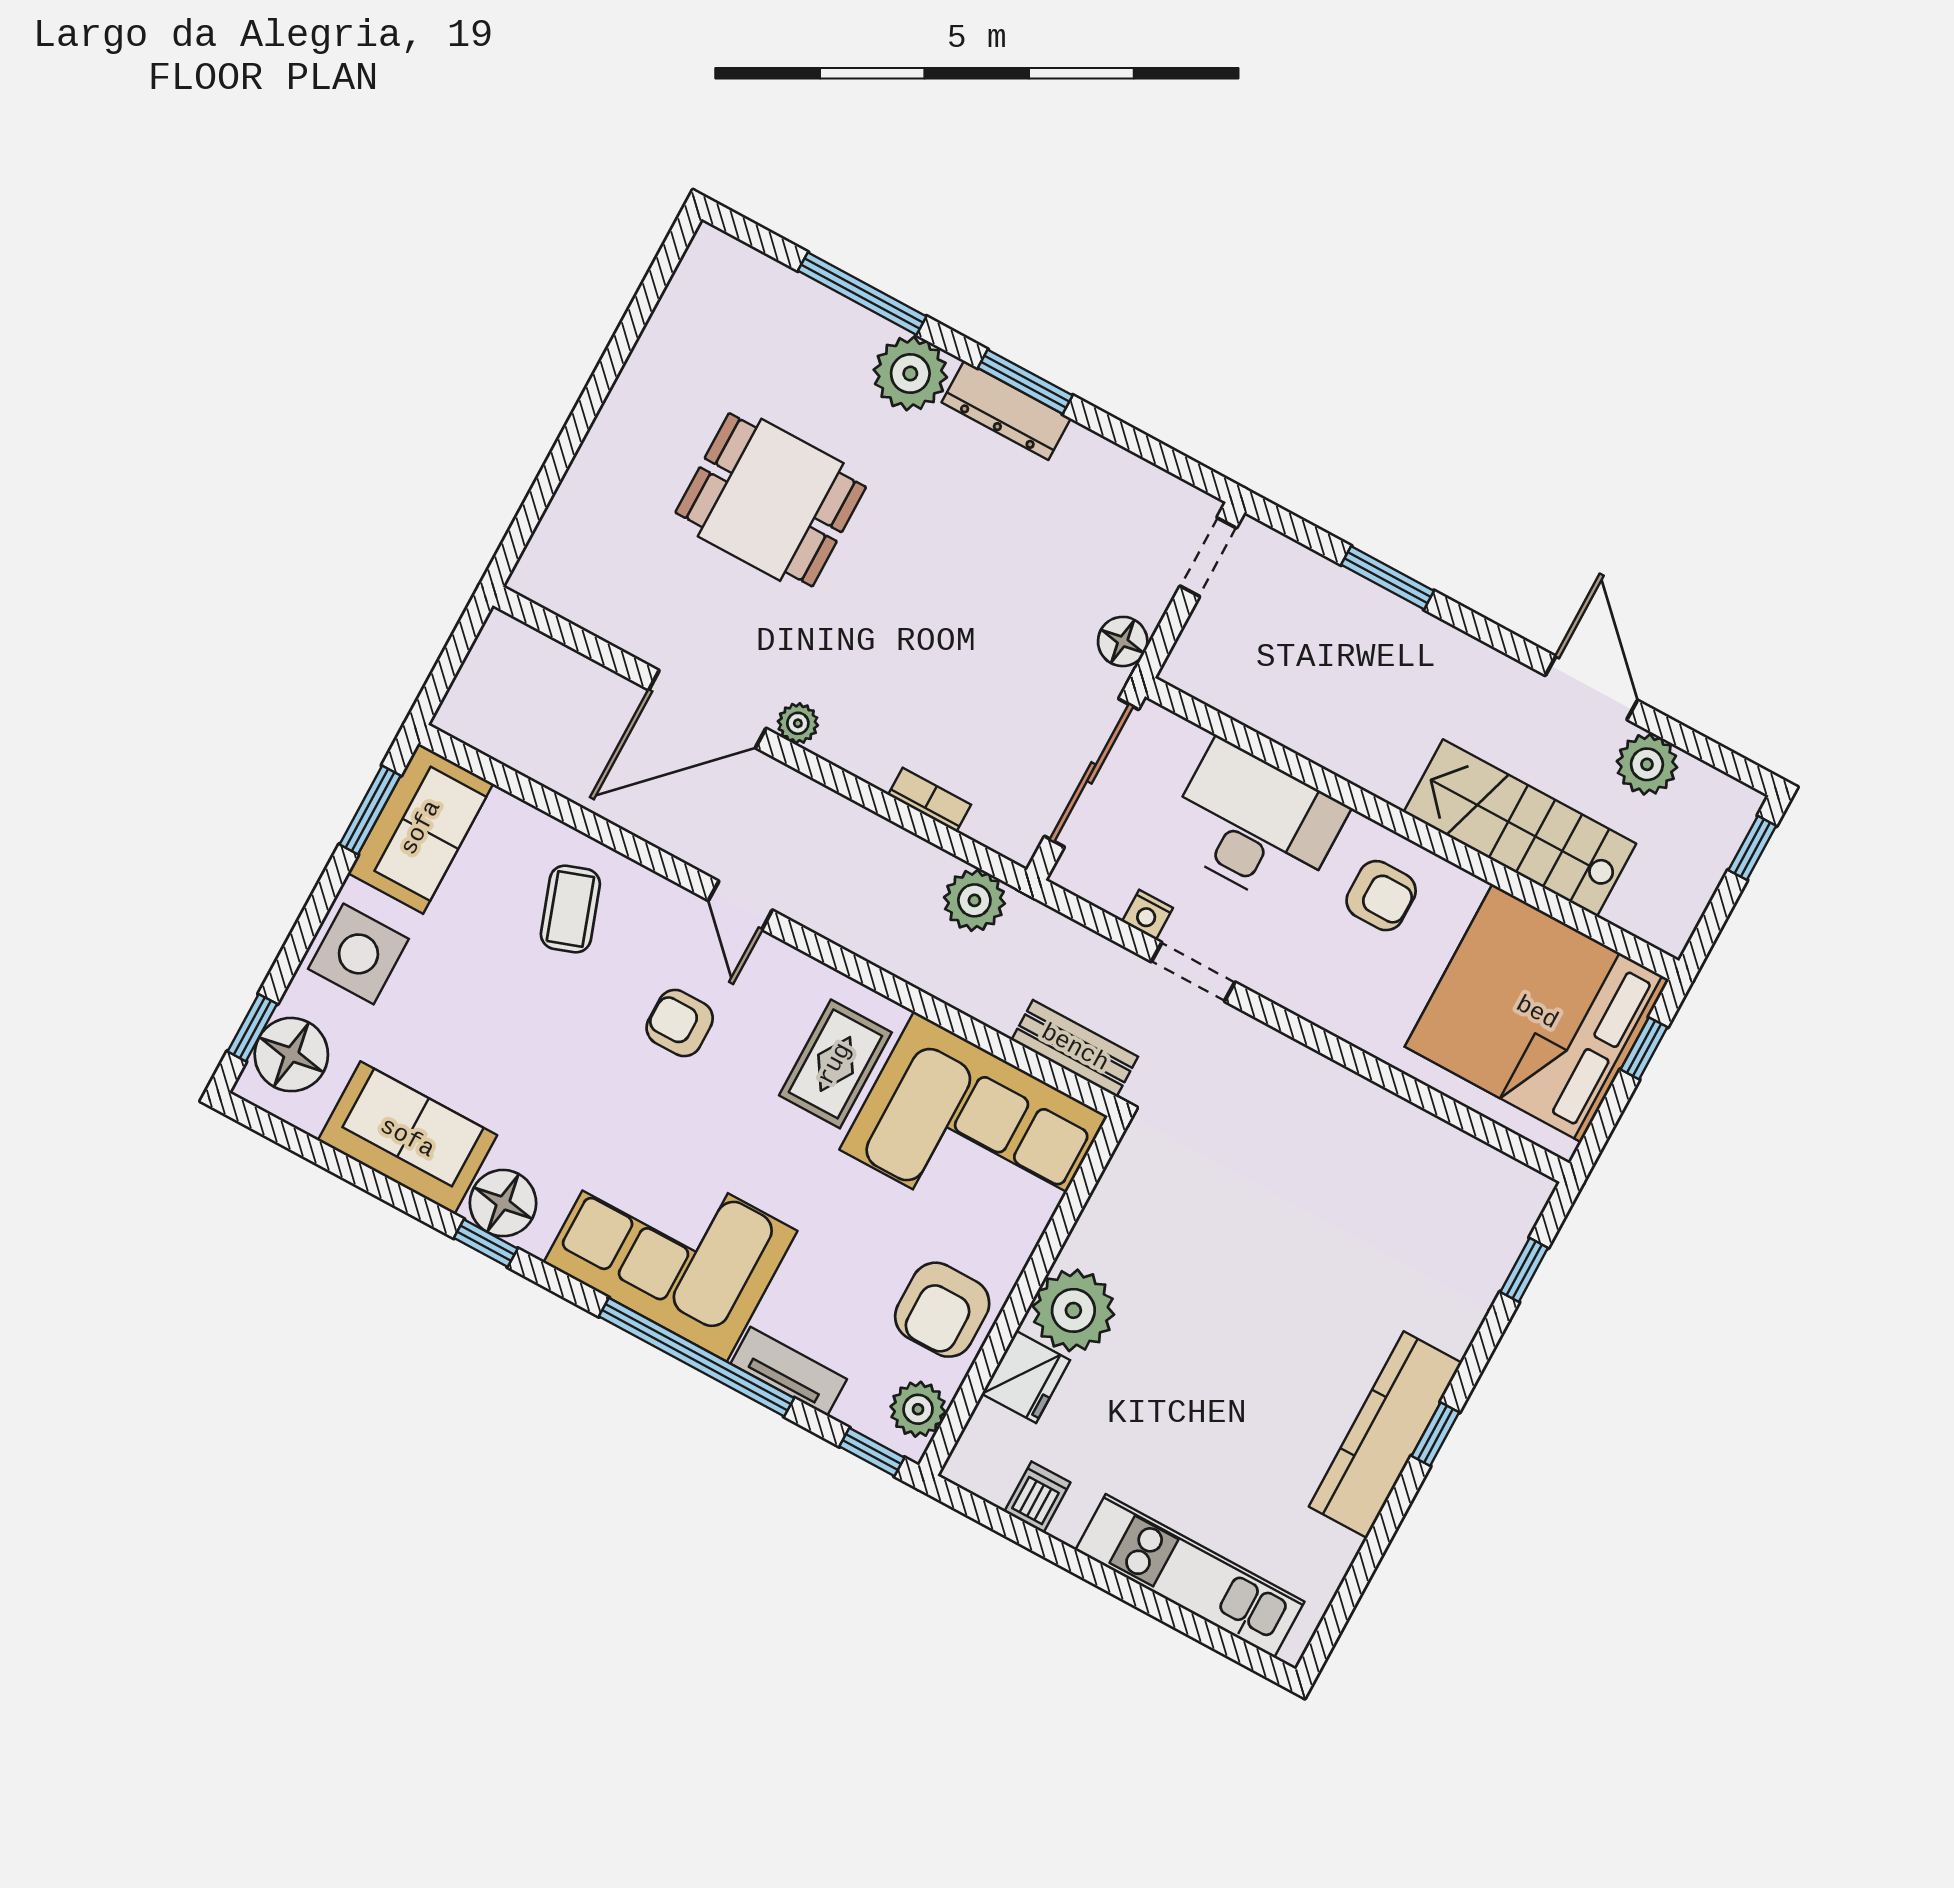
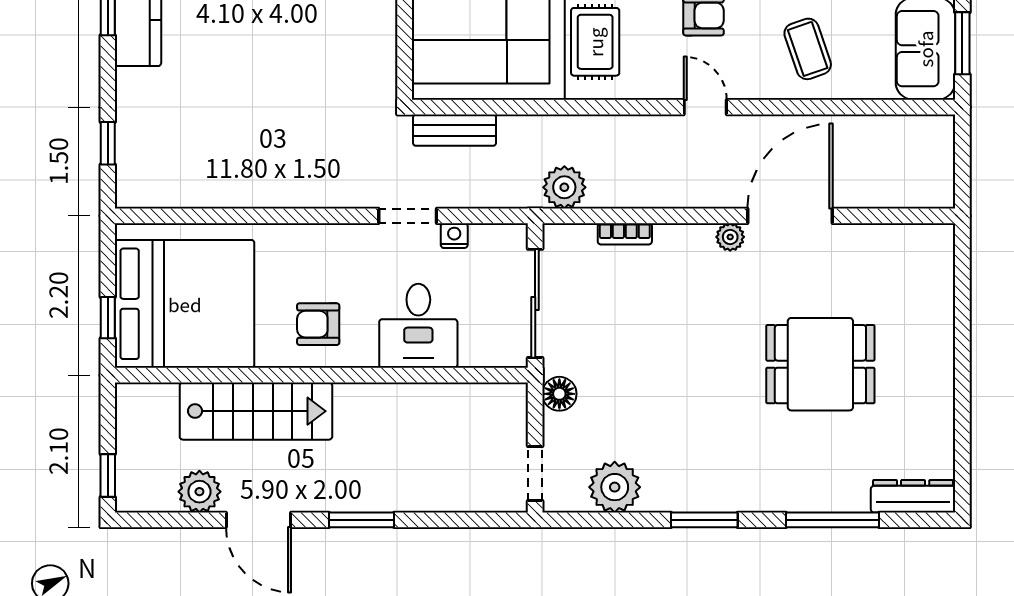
plant: (910, 374) -> (615, 487), moved
dresser: (1006, 410) -> (913, 496), moved
window: (1388, 578) -> (361, 520), moved
desk: (1255, 825) -> (418, 326), width x0.73

